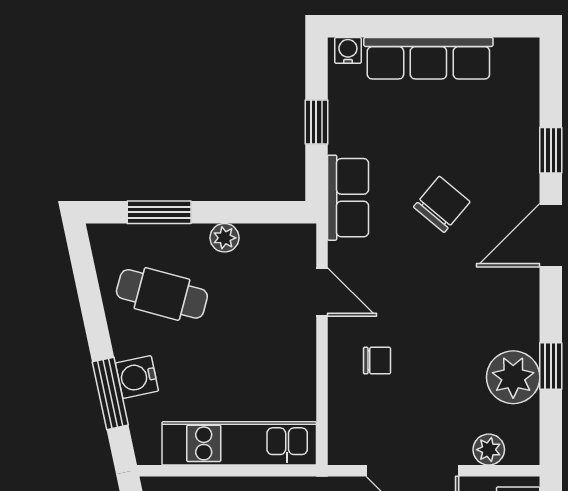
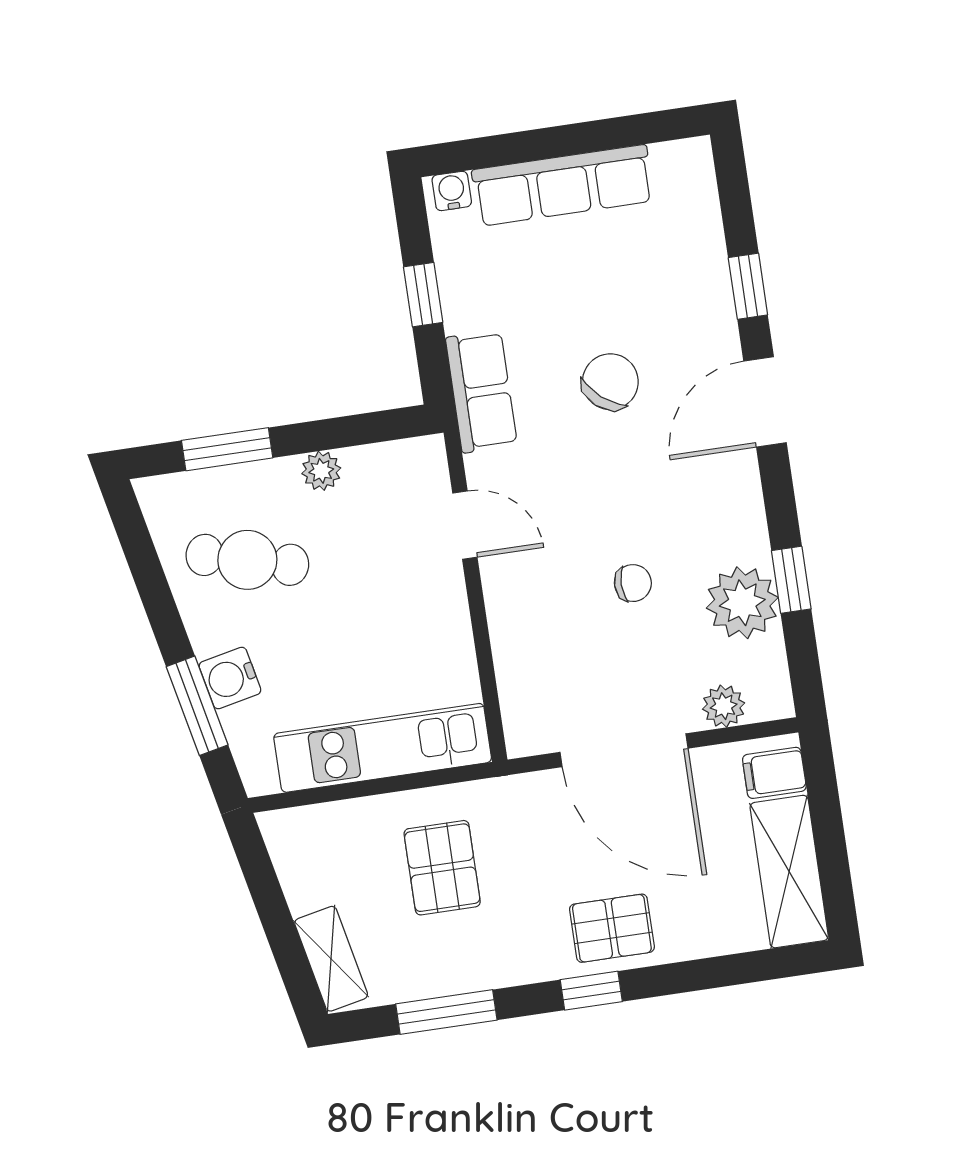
chair: (377, 361) -> (633, 583), moved

